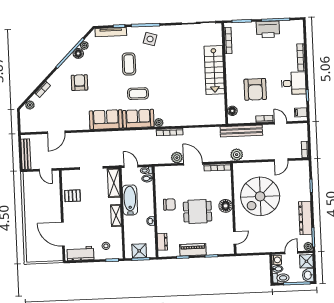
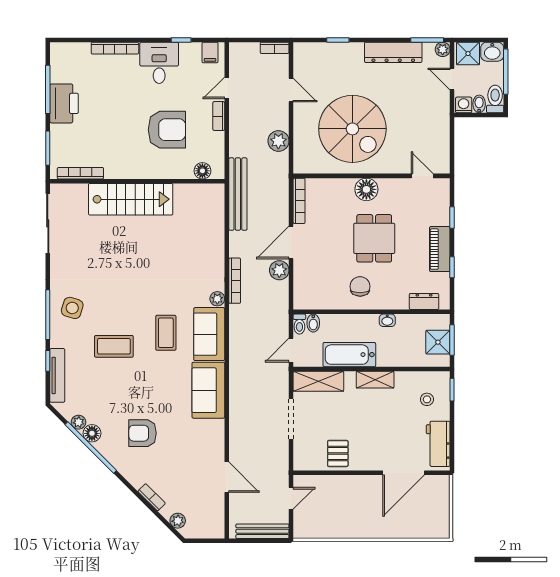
bench: (241, 131) -> (238, 194), moved
plant: (237, 155) -> (278, 141), moved

